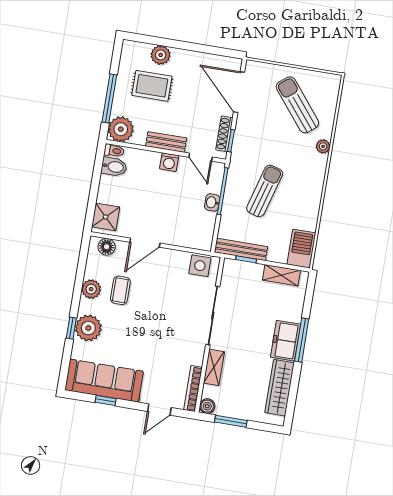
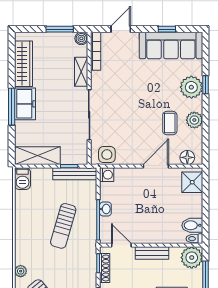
washing machine: (169, 162) -> (107, 175), moved, turned 90
barbecue: (301, 249) -> (23, 179), width x0.73, depth x0.79
shelving: (281, 275) -> (38, 156), width x1.50, depth x1.33

